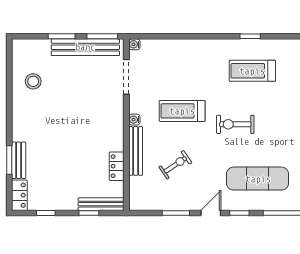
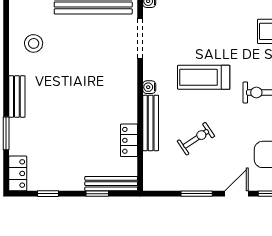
bench: (19, 160) -> (17, 96), moved

